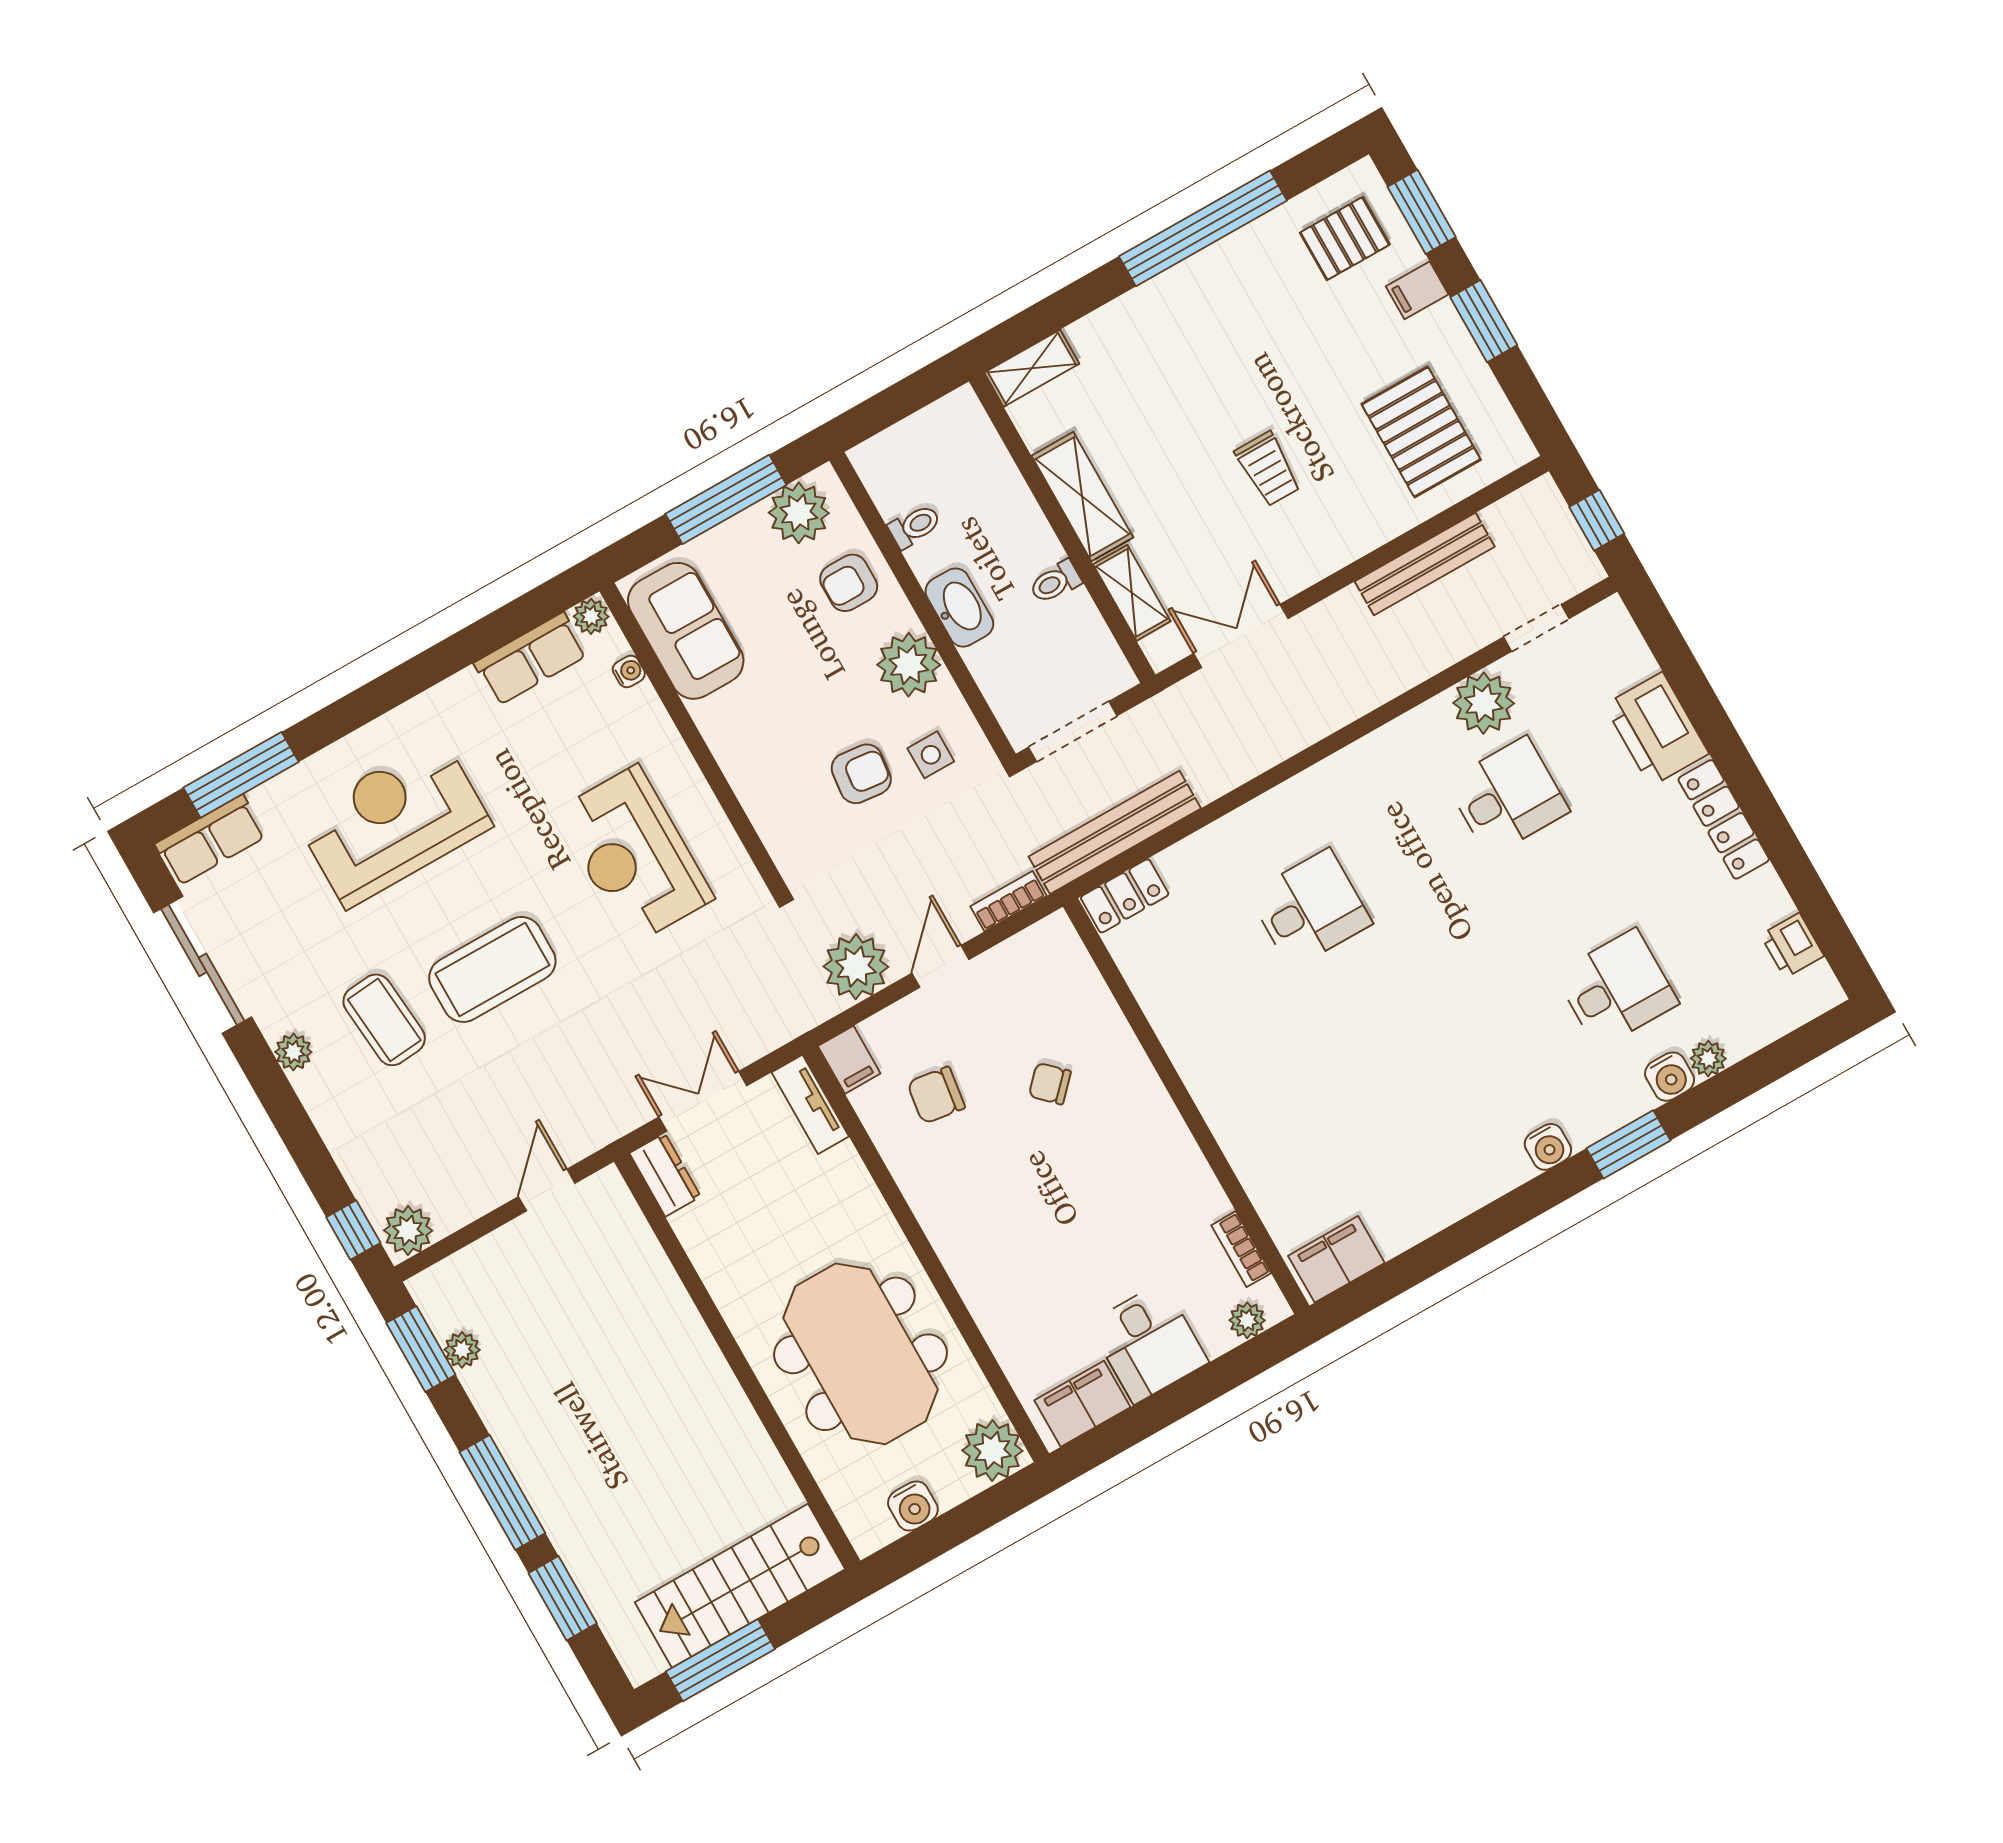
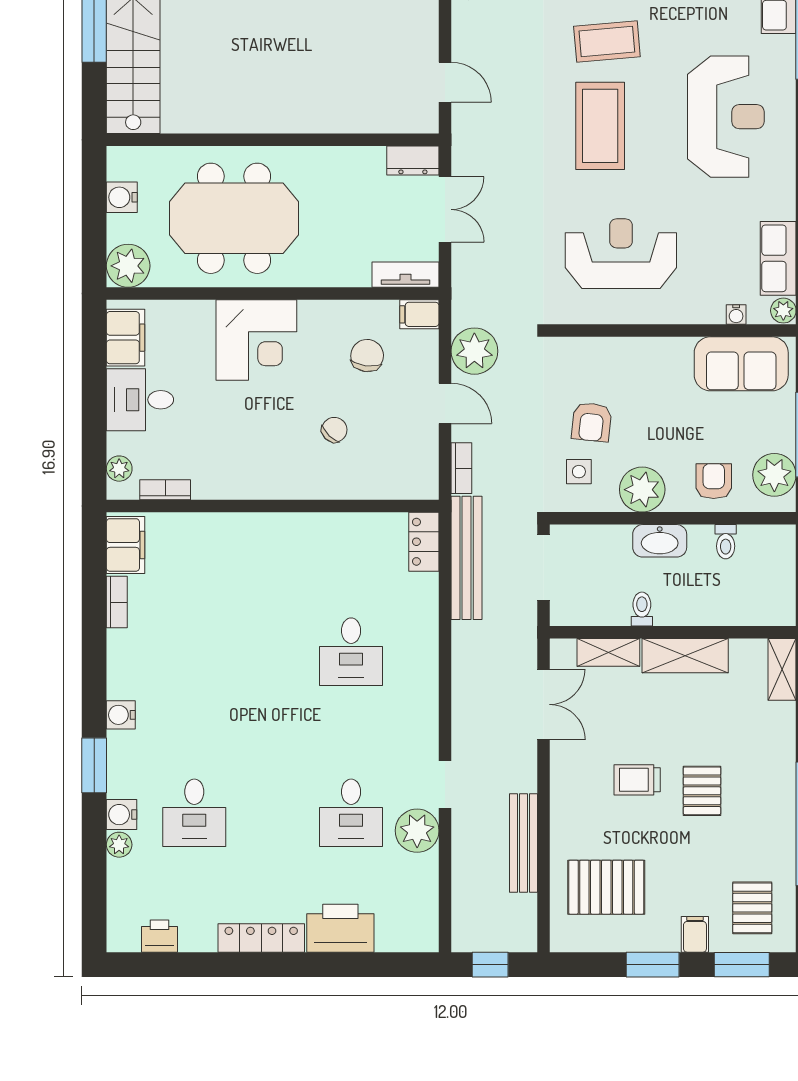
pallet: (1236, 382) -> (702, 791), added
doorway: (1536, 628) -> (445, 784), moved
bookcase: (1412, 1230) -> (117, 602), added
corner desk: (994, 1242) -> (256, 340), added

